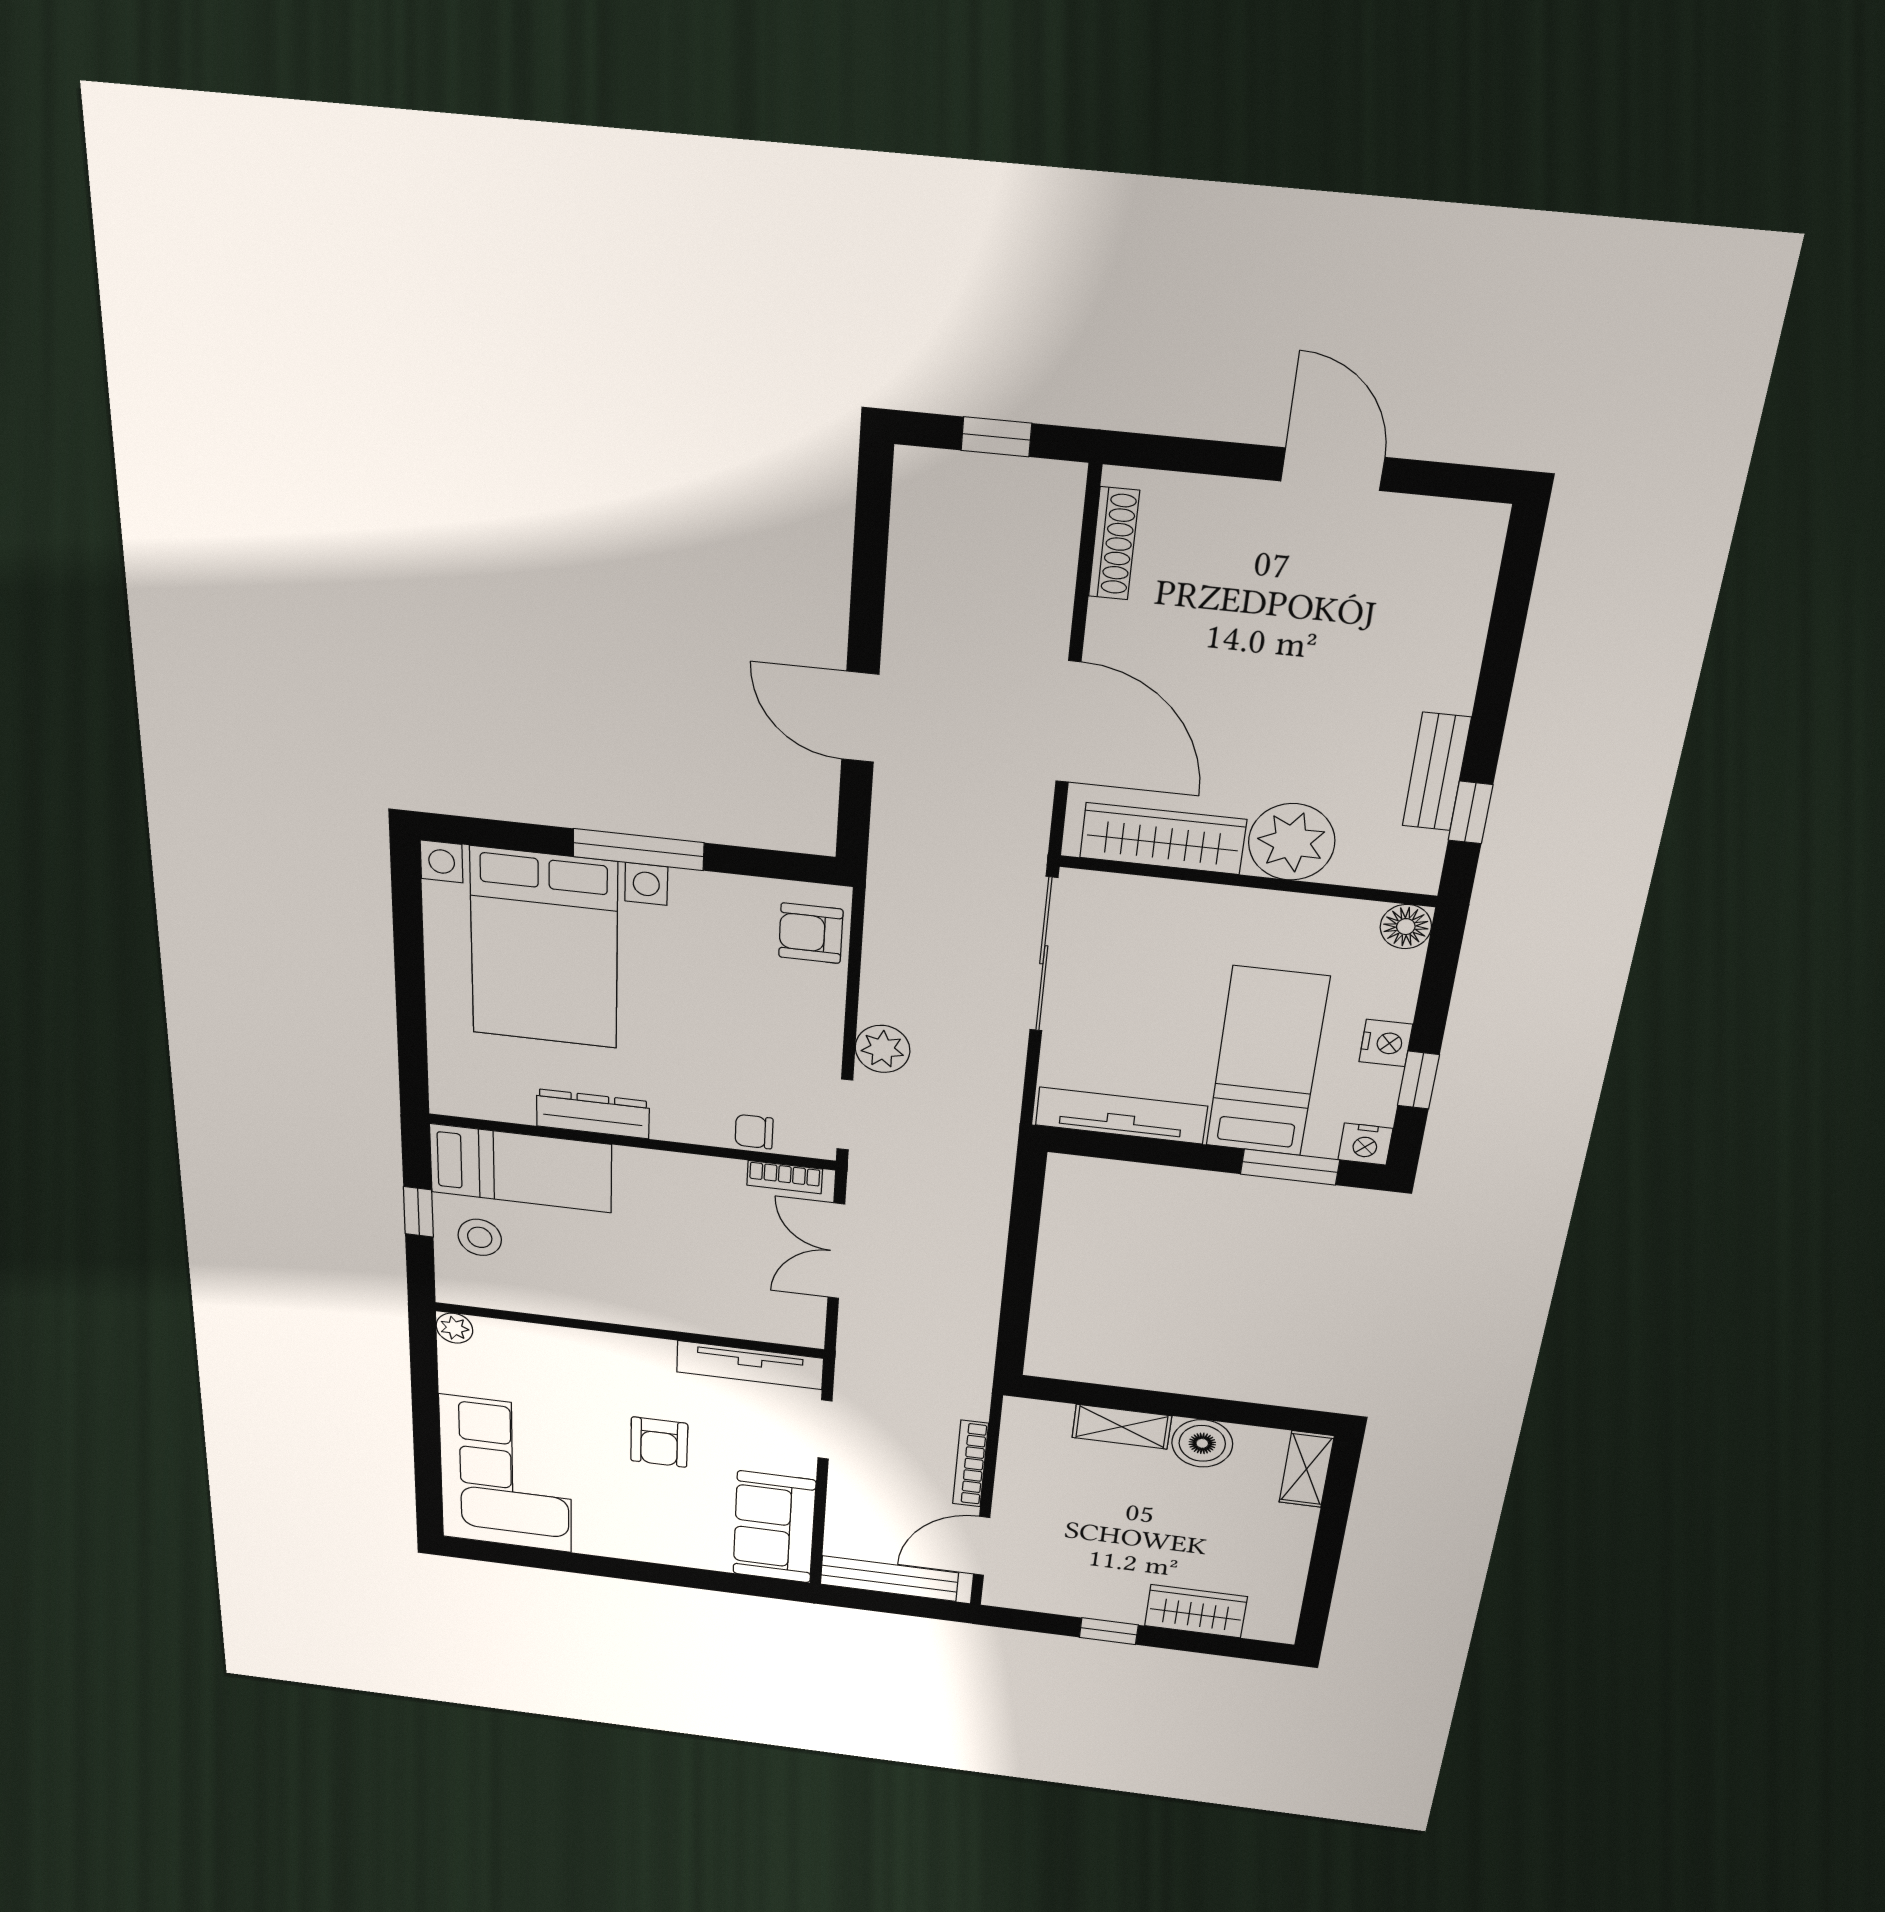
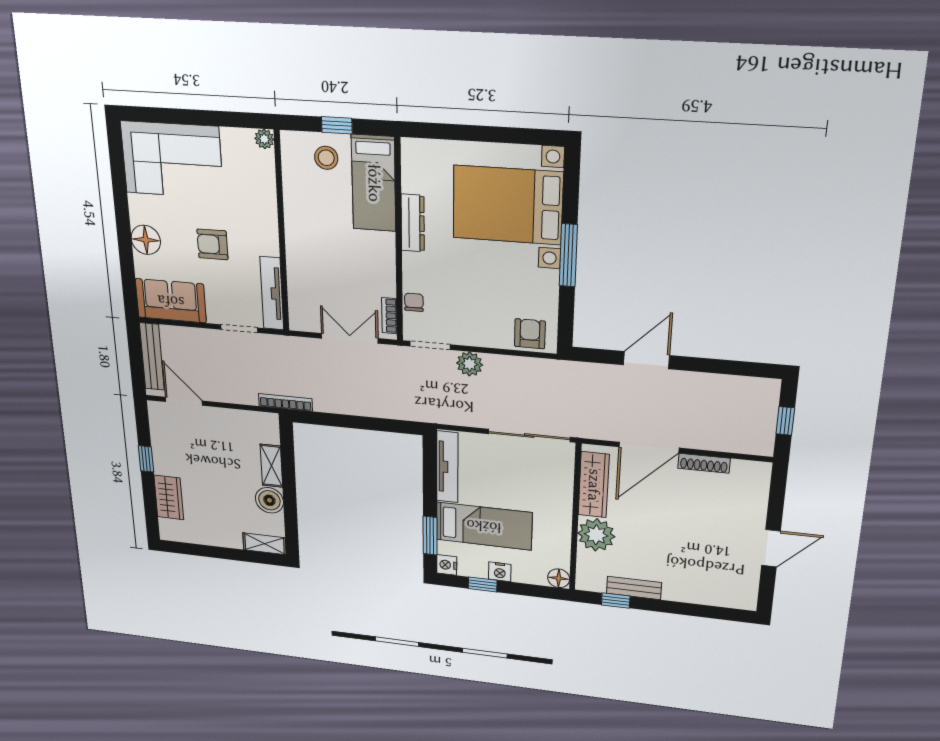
shoe rack: (1114, 544) -> (704, 463), moved
bookcase: (971, 1464) -> (285, 402), moved
floor lamp: (658, 1542) -> (146, 240), added

